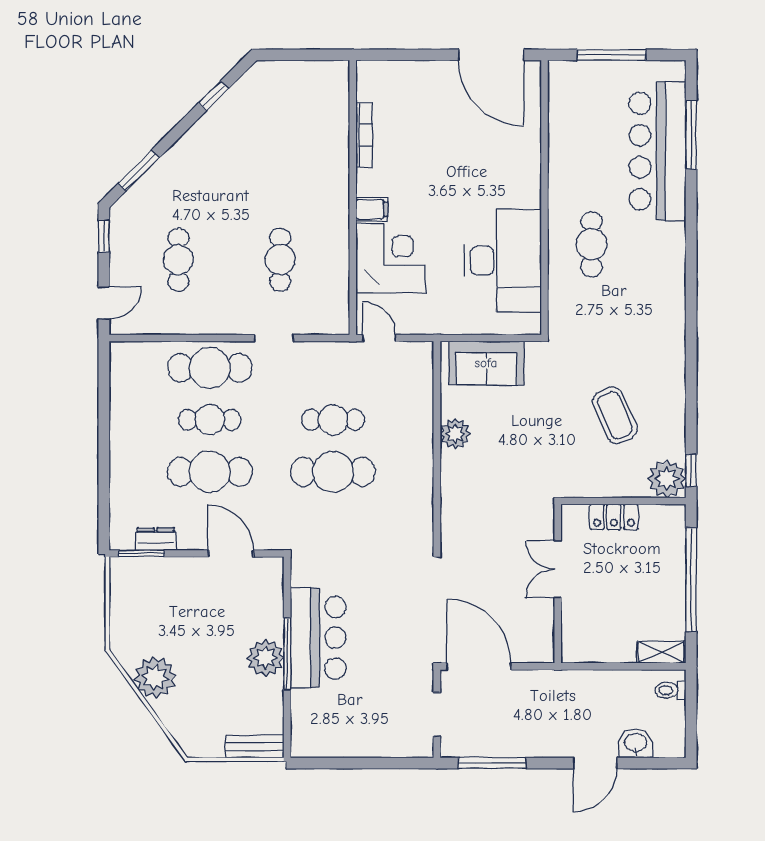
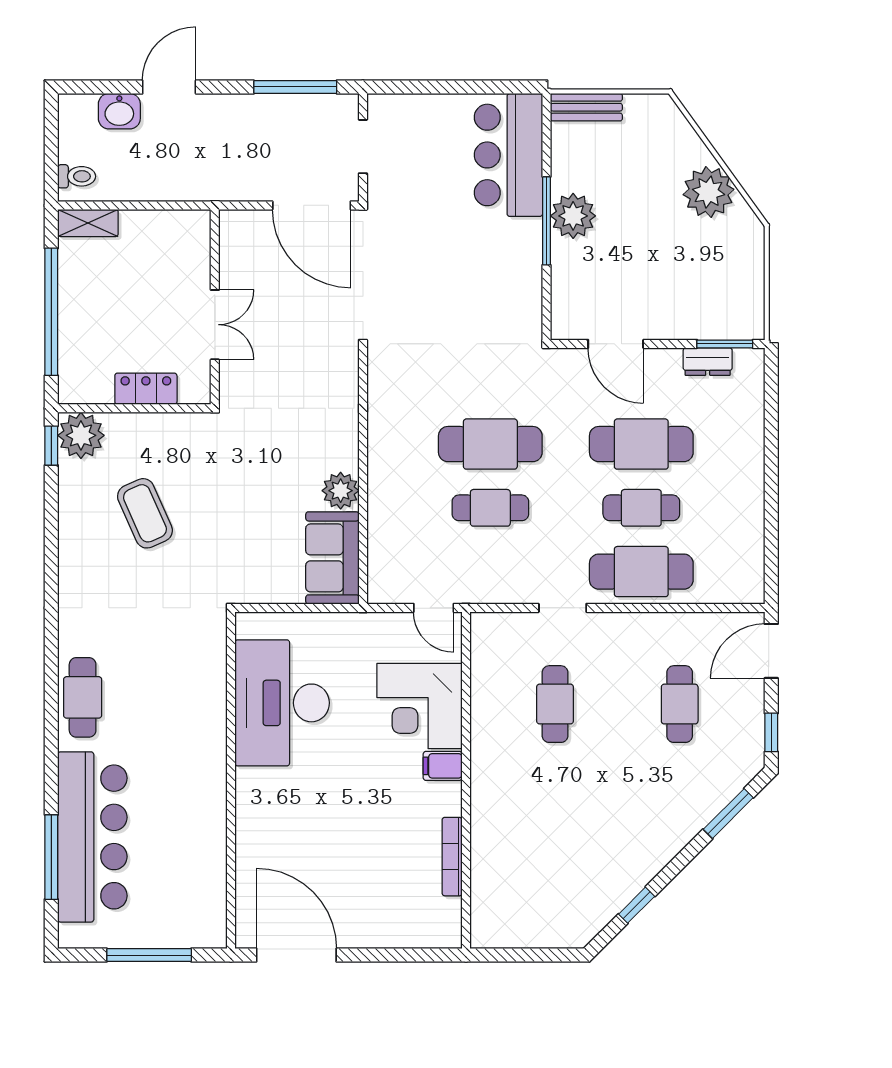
cafe table: (592, 244) -> (83, 697), moved
door: (104, 303) -> (771, 651), width x1.38
sofa: (486, 363) -> (332, 558), moved, turned -90
bar counter: (318, 638) -> (508, 155), moved

